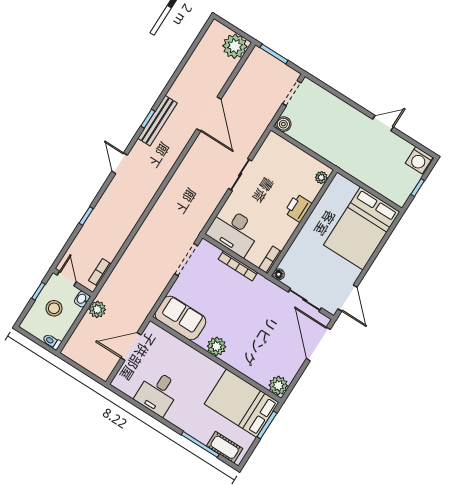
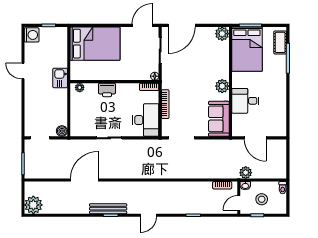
plant: (235, 46) -> (33, 205), moved
kitchen sink: (347, 162) -> (60, 78), added
desk: (158, 393) -> (245, 101), moved, turned 180

